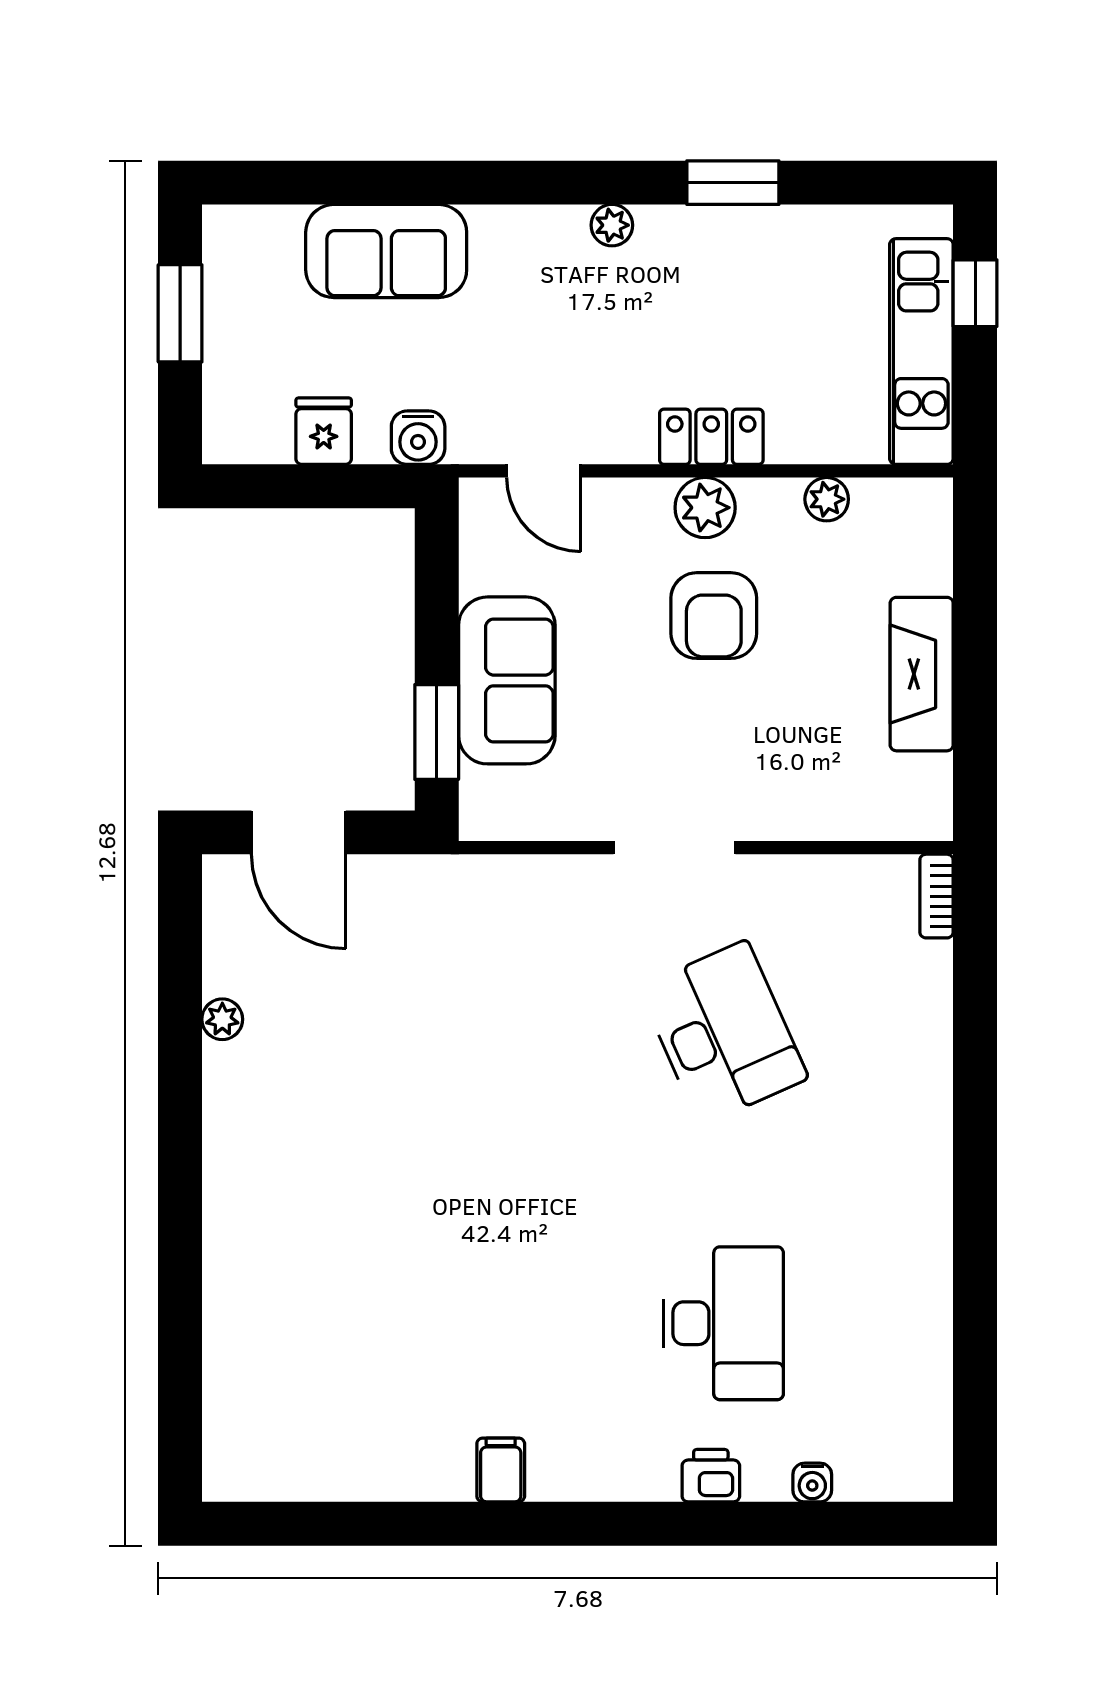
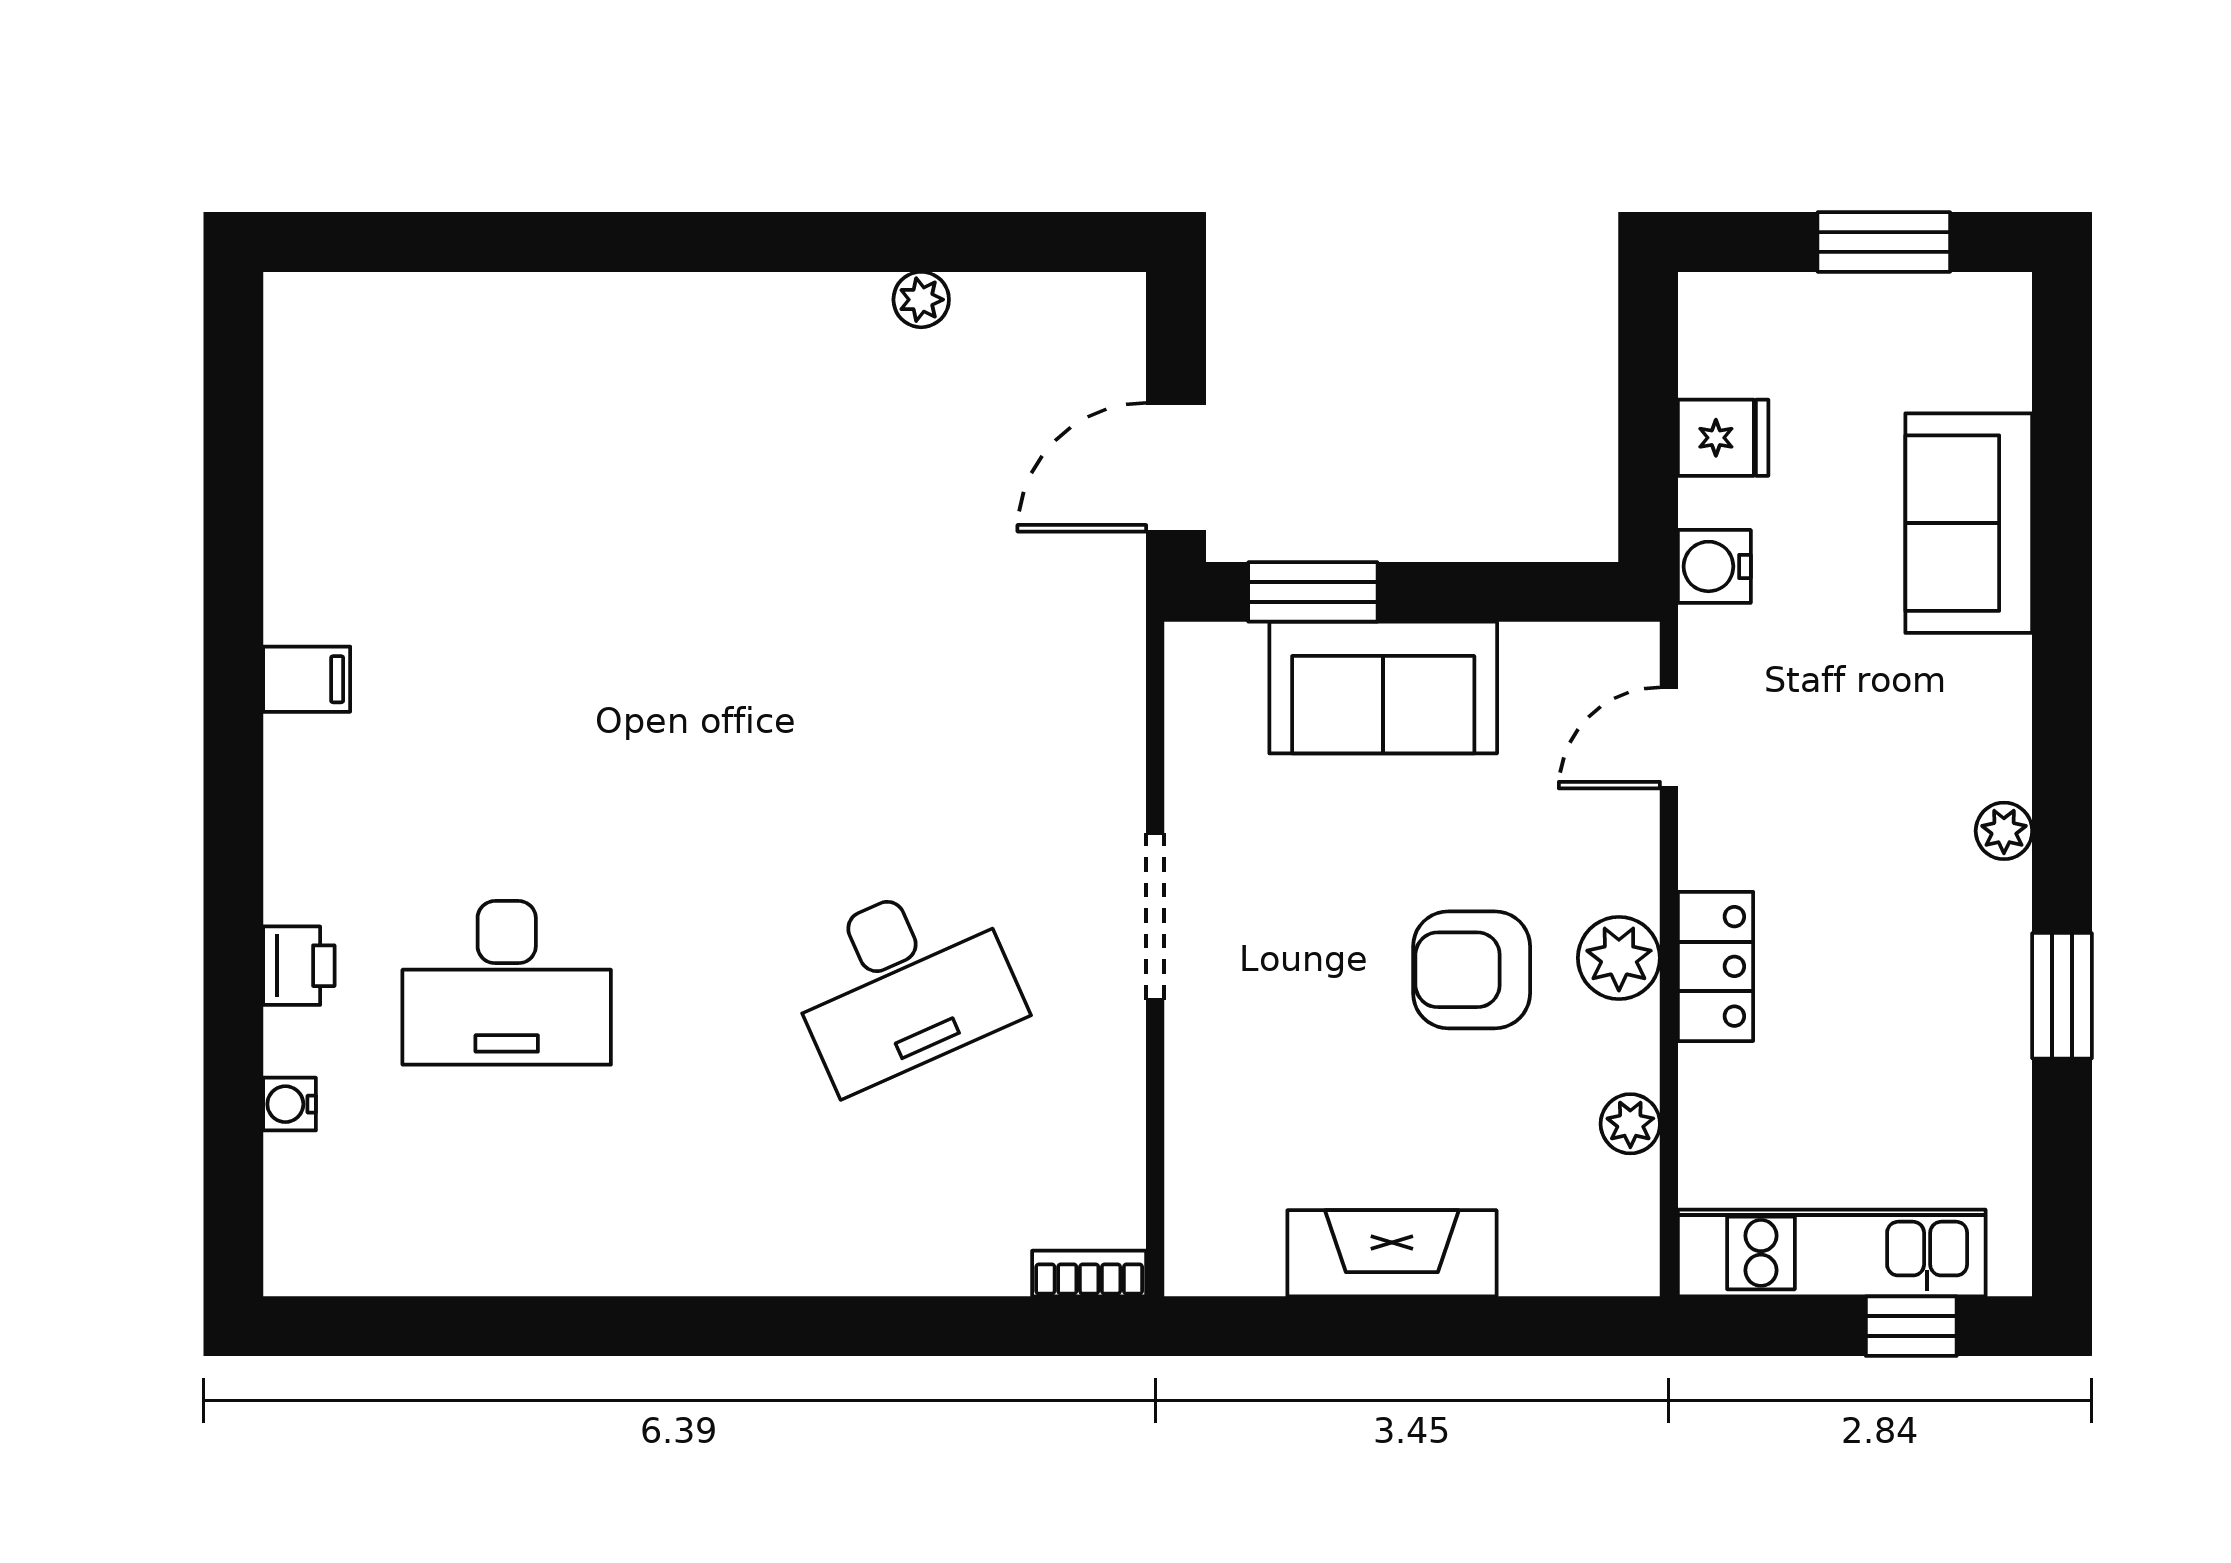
door: (299, 832) -> (1176, 467), moved

